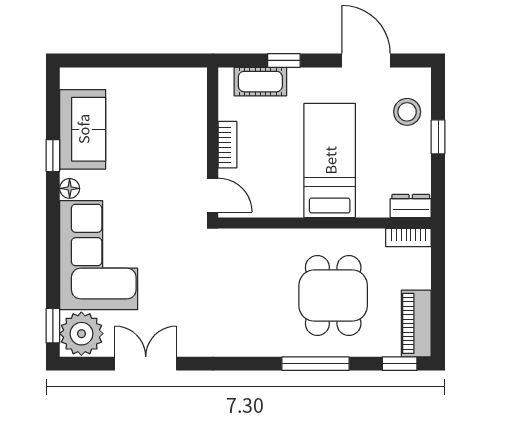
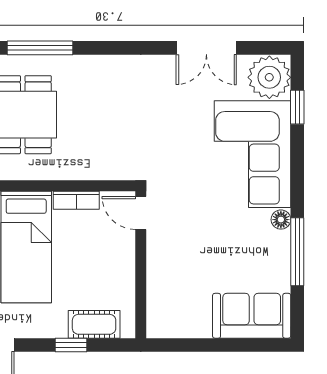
sofa: (83, 129) -> (252, 316), moved, turned 90
bookcase: (227, 145) -> (76, 200), moved, turned -90
window: (53, 156) -> (297, 252), width x2.17
window: (53, 326) -> (297, 107), moved

